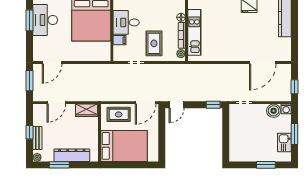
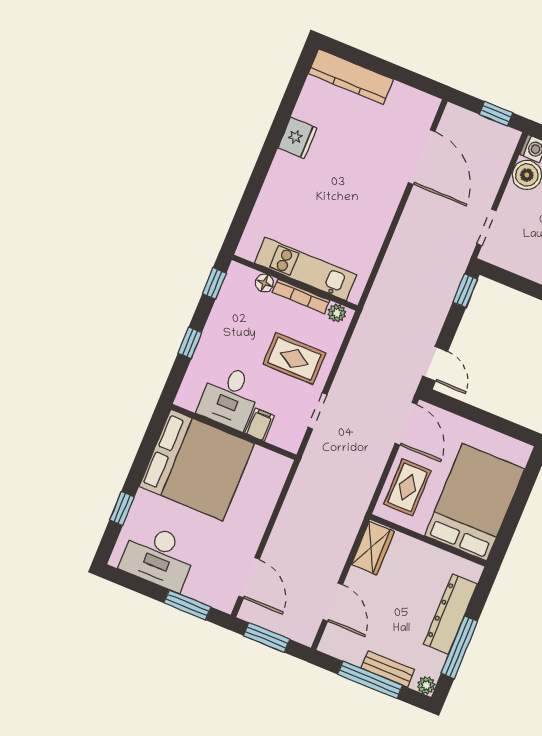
window: (30, 20) -> (187, 605), moved
window: (30, 132) -> (370, 680), width x2.17
window: (59, 165) -> (459, 647), width x1.44

